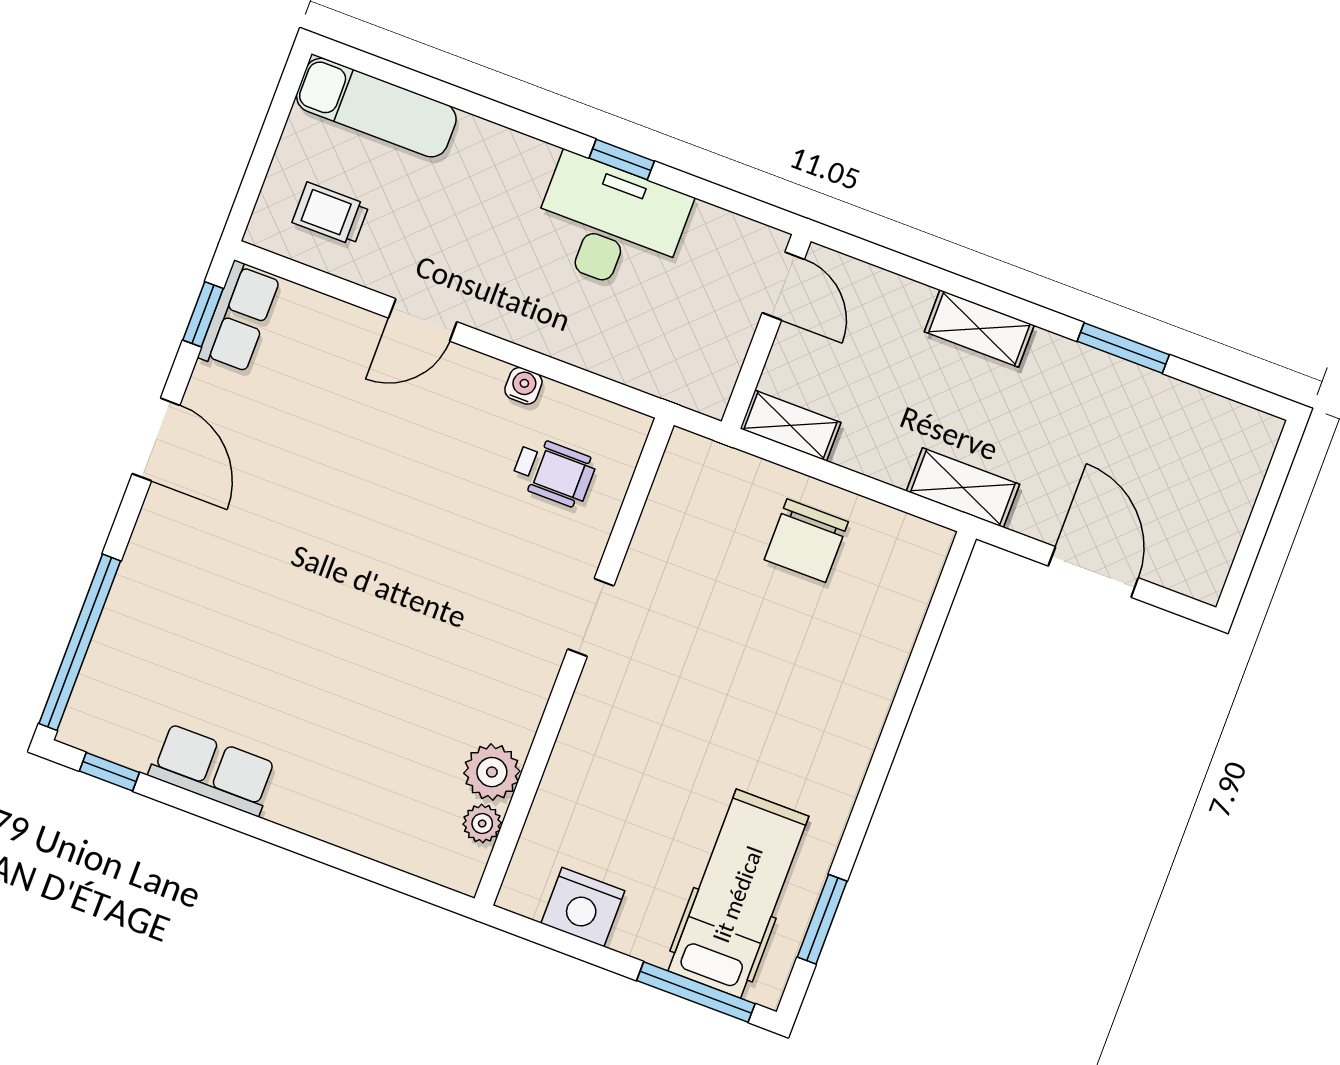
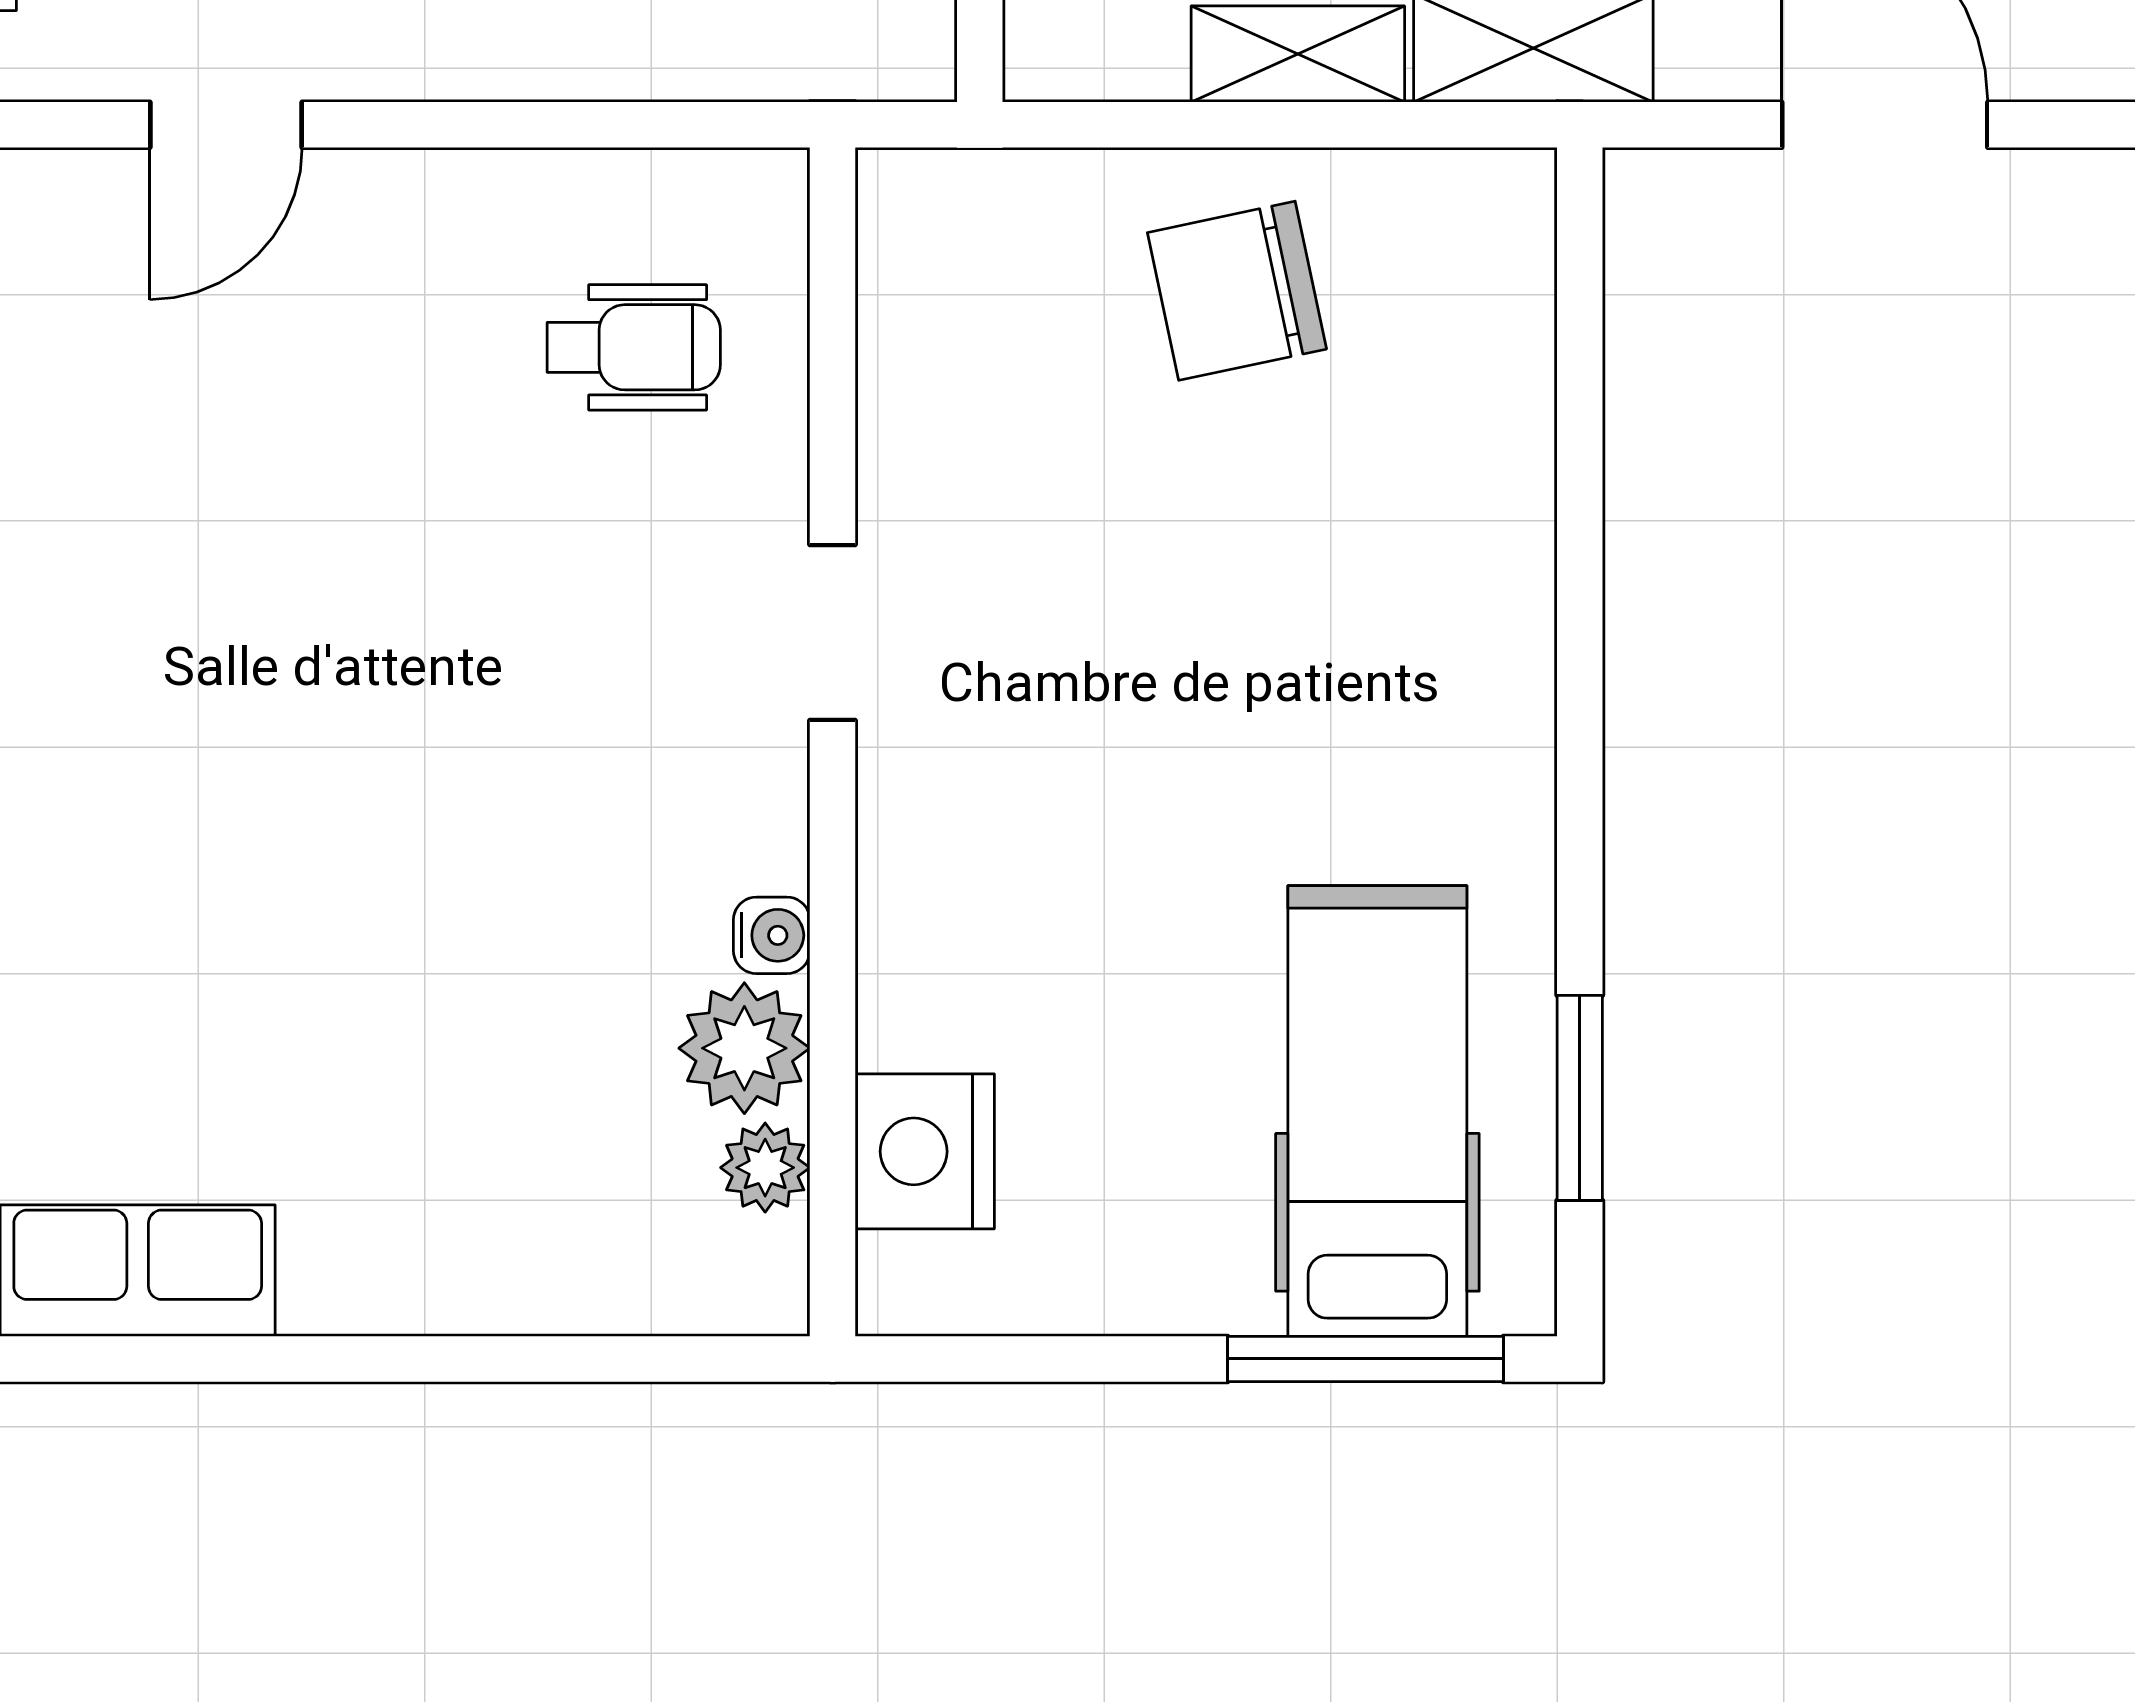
water cooler: (523, 386) -> (772, 935), moved, turned 90
shelving: (791, 426) -> (1298, 54), moved
chair: (806, 541) -> (1237, 291), turned 78
nightstand: (583, 907) -> (925, 1151), moved, turned 90

